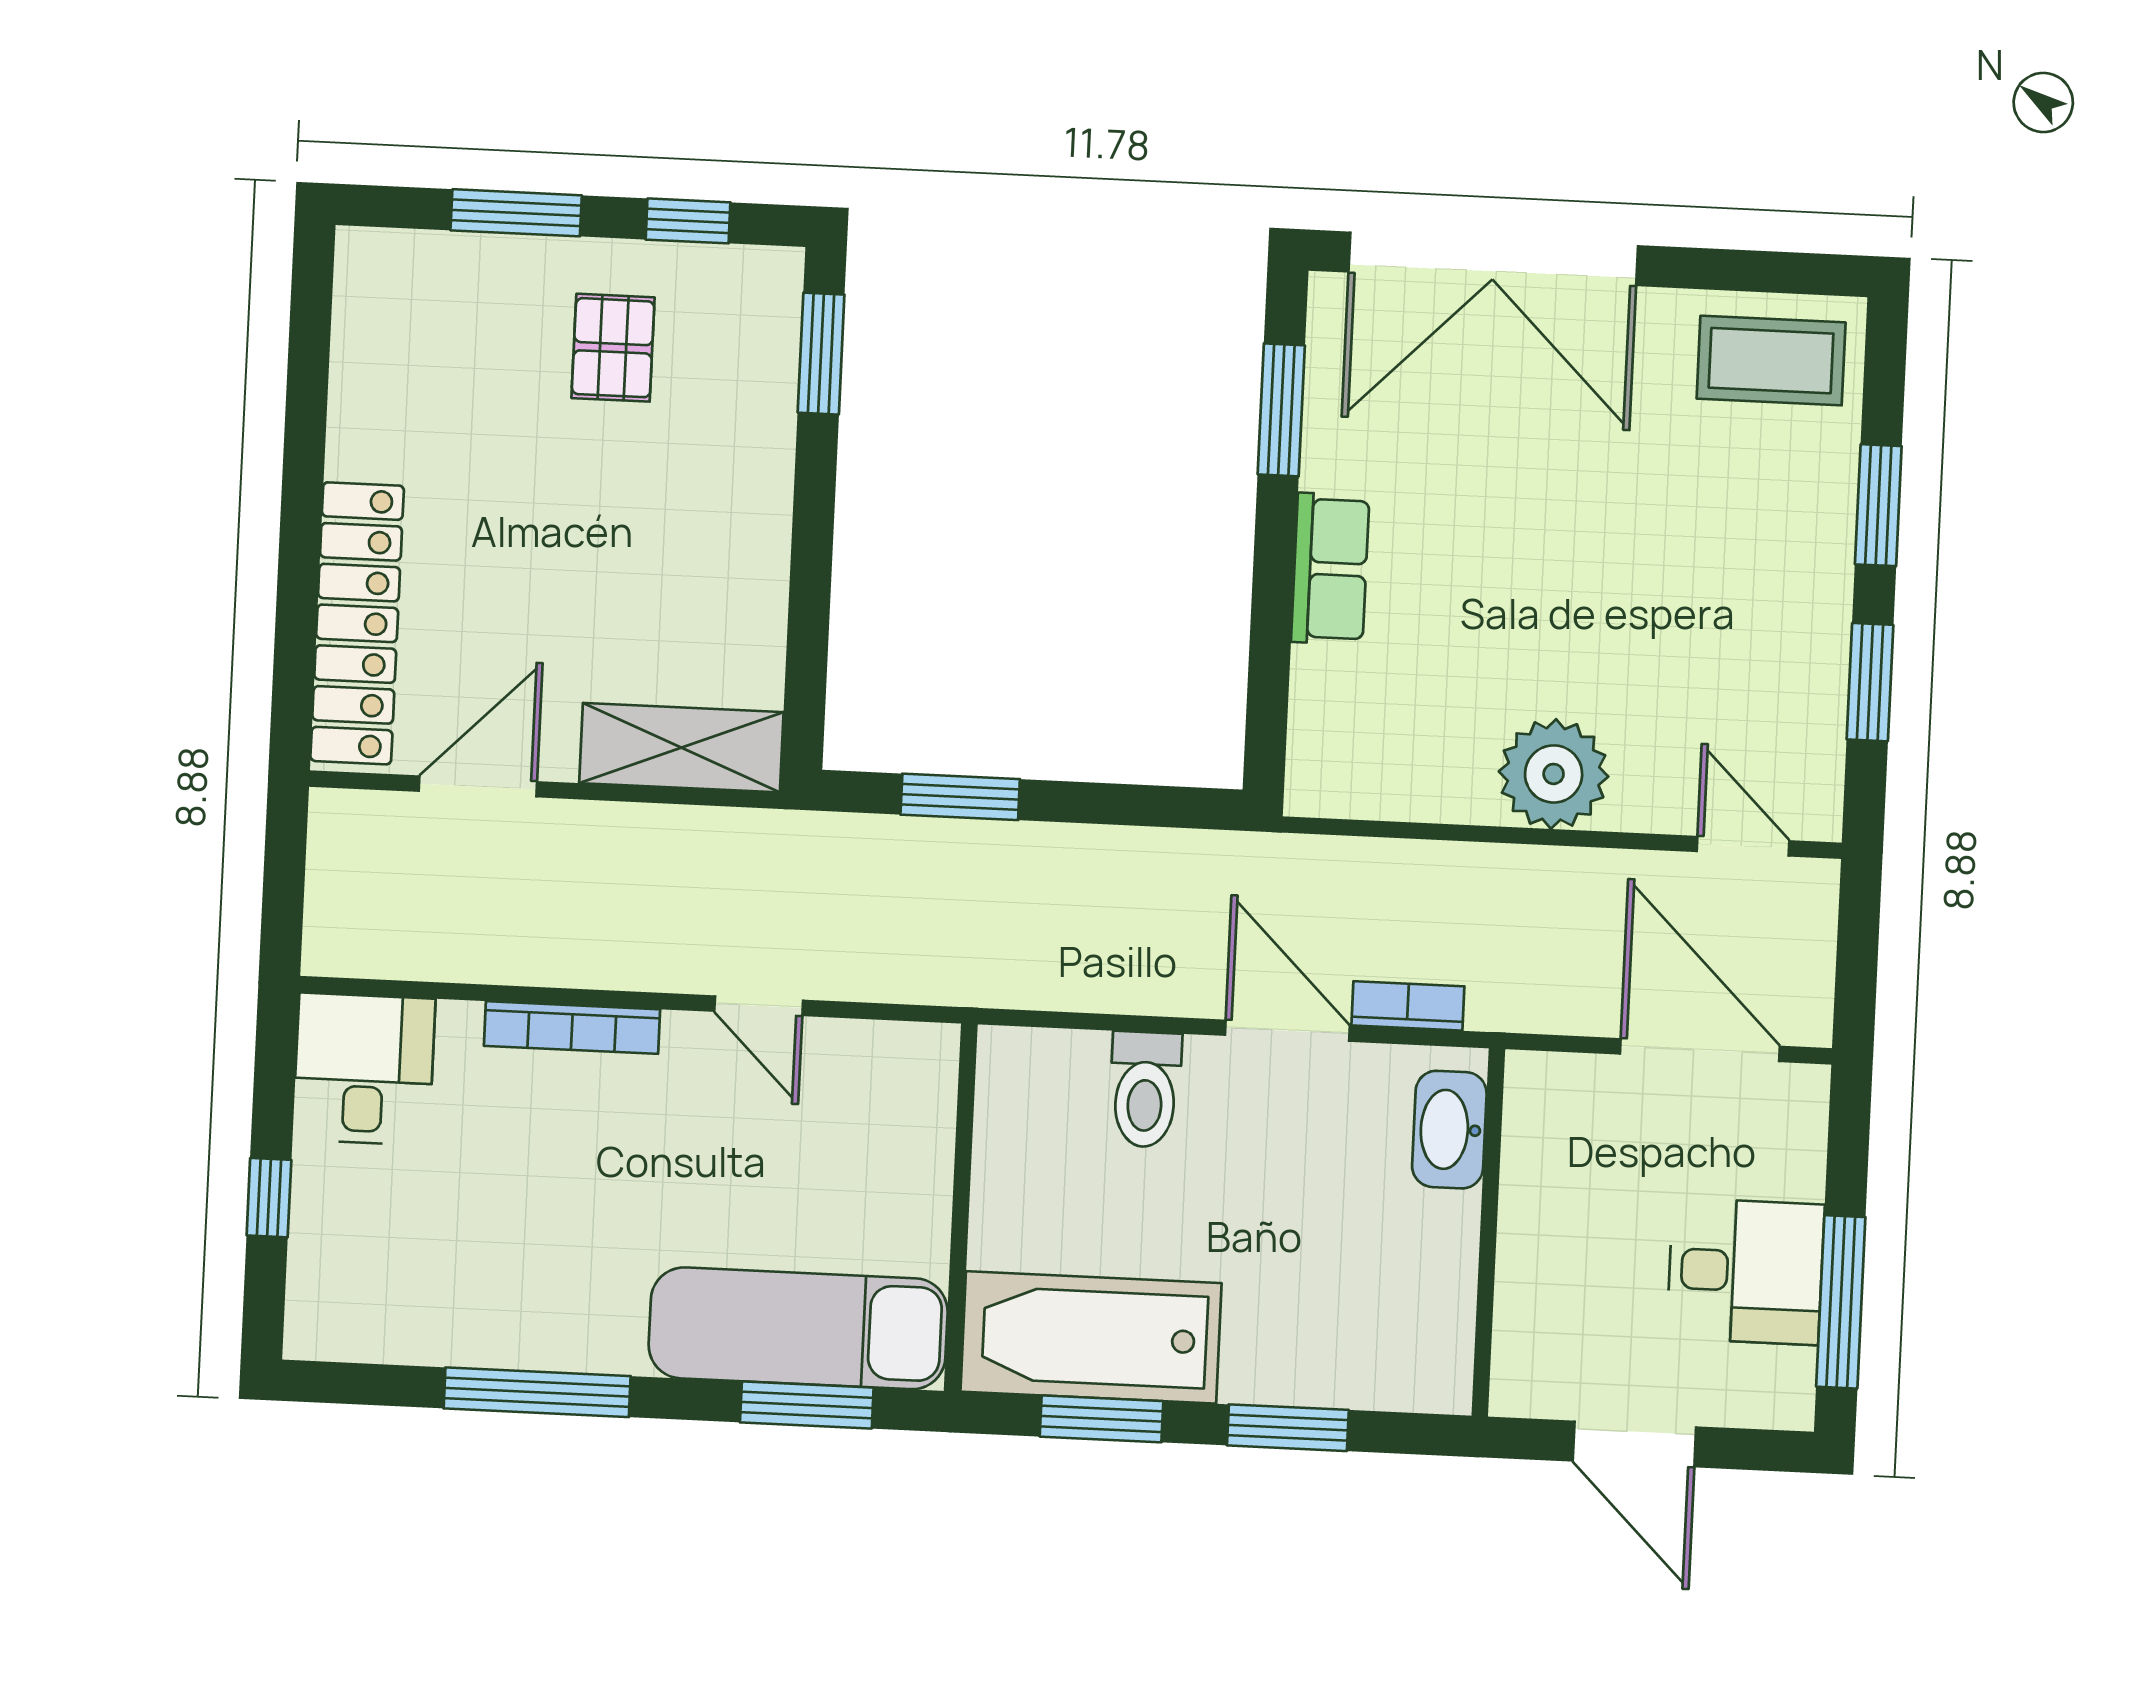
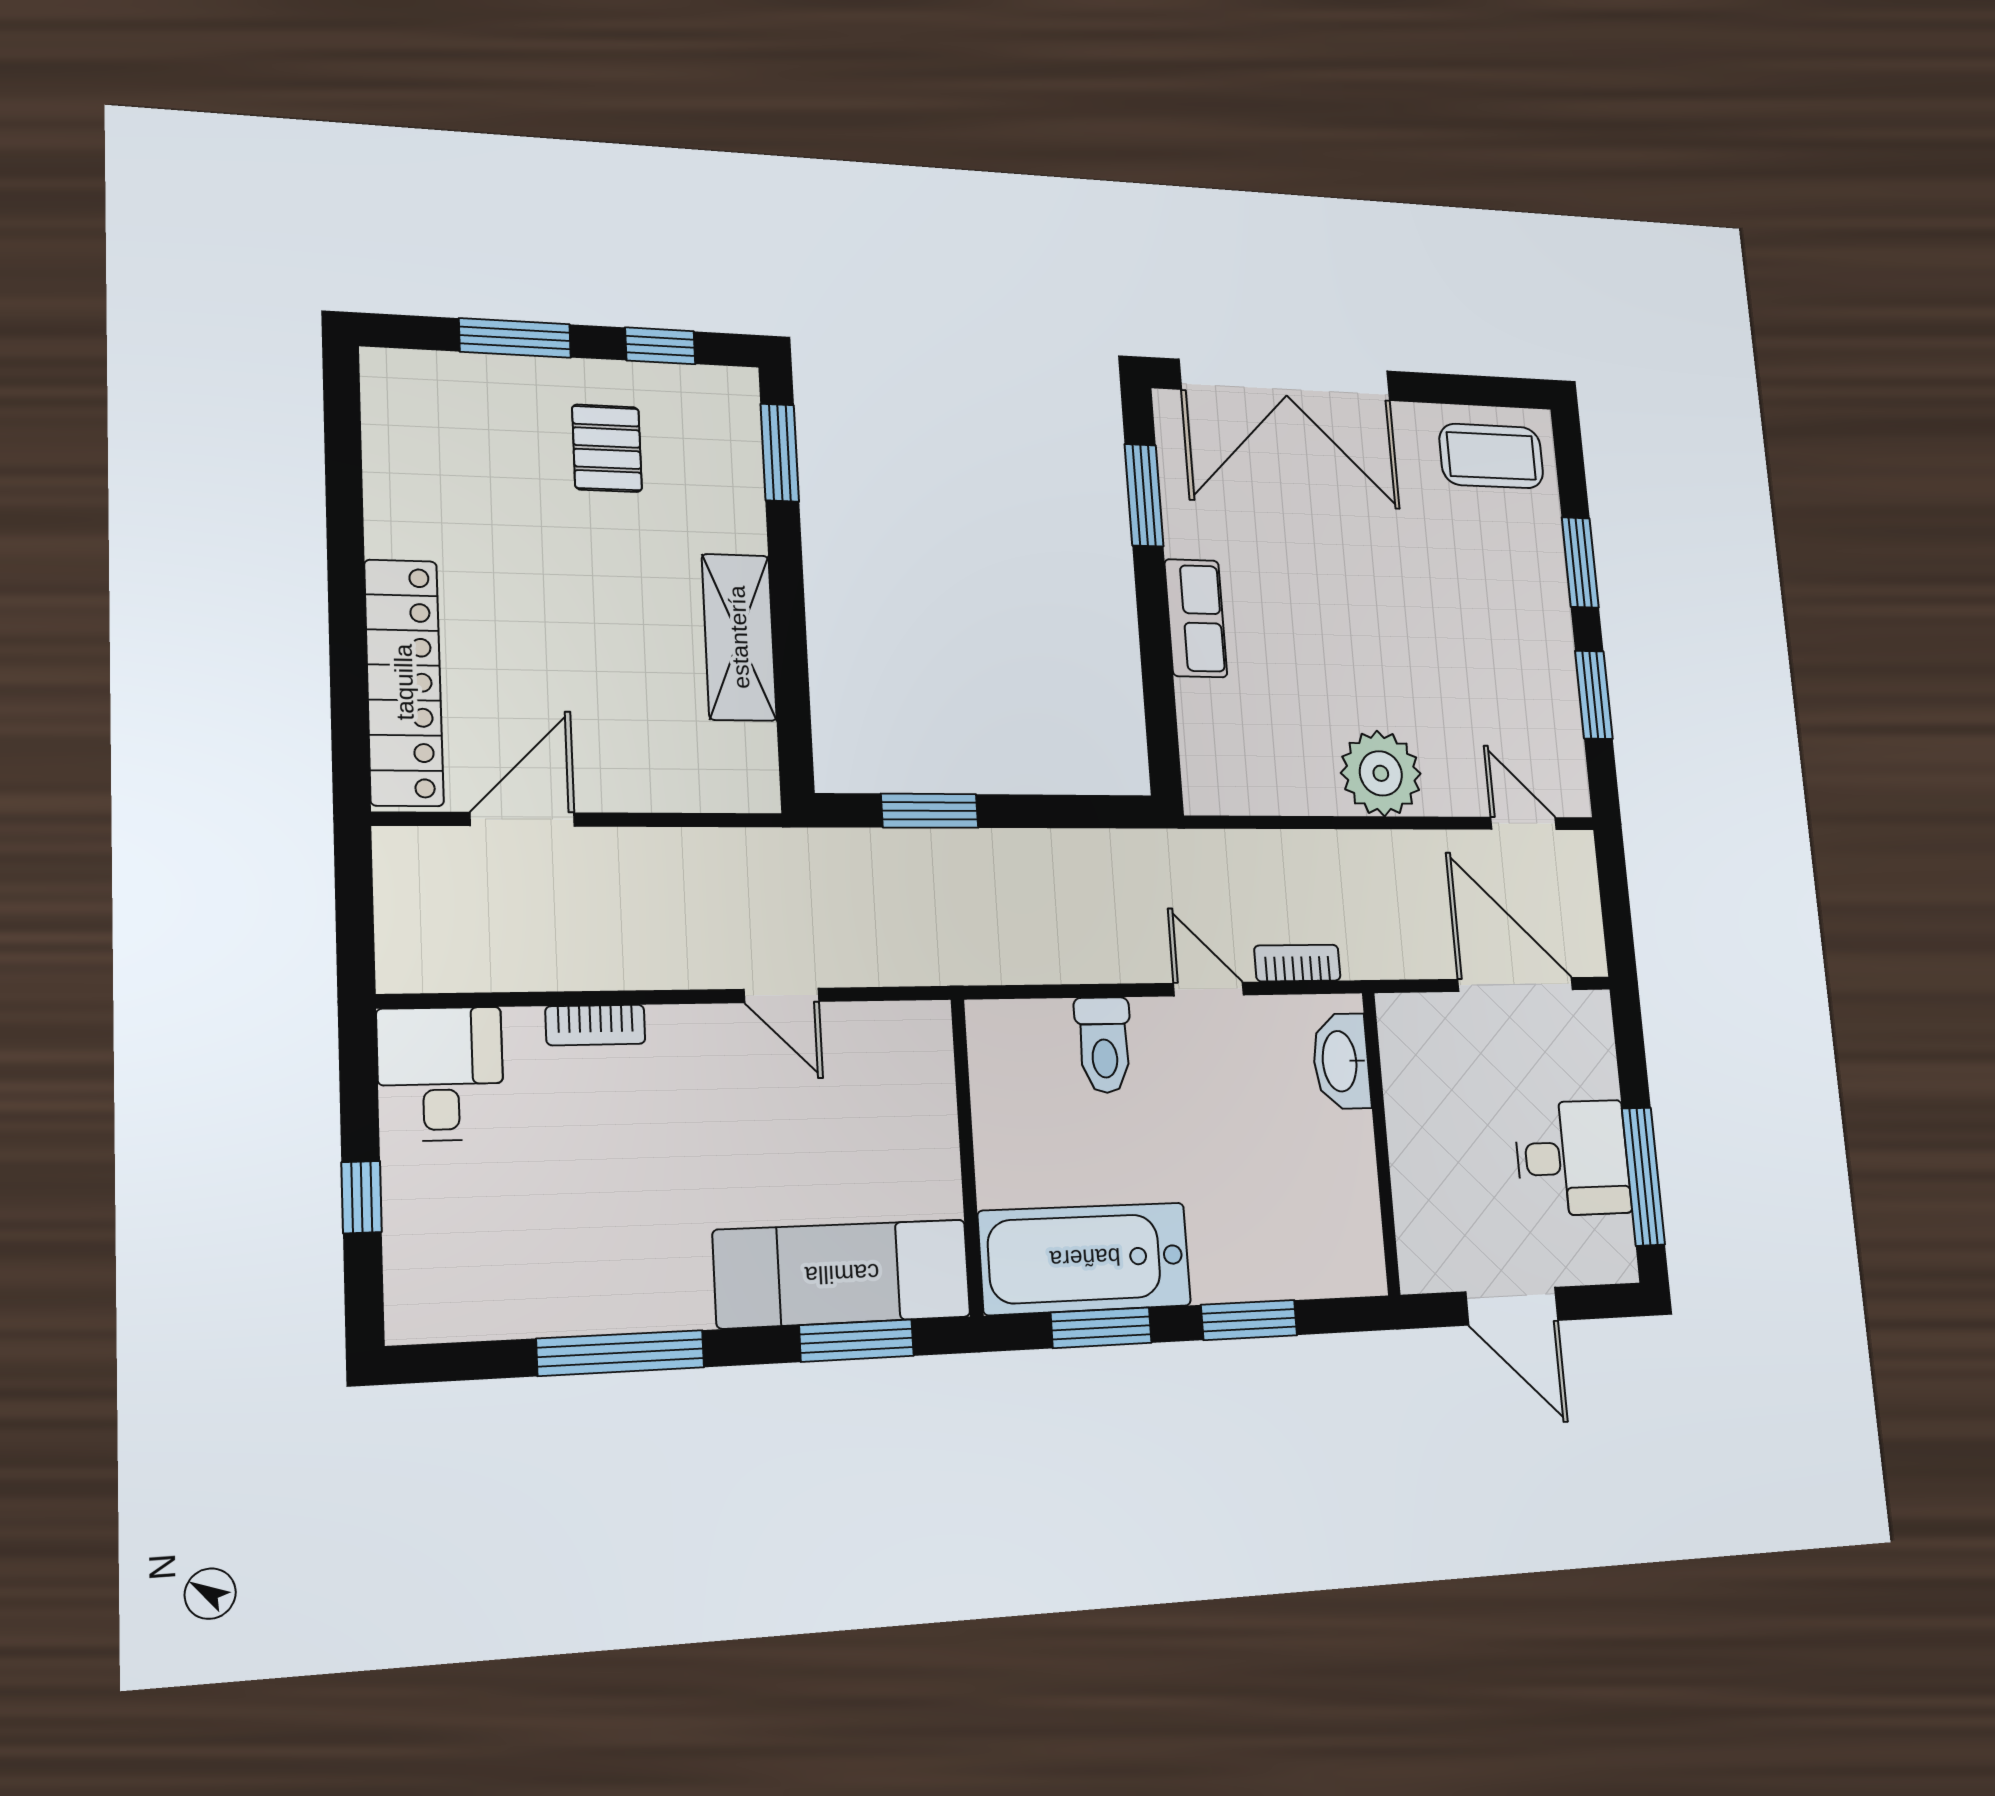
shelving: (681, 748) -> (739, 637), moved, turned 90
bookcase: (572, 1028) -> (595, 1025), width x0.64
door: (1287, 1031) -> (1209, 989), width x0.73

